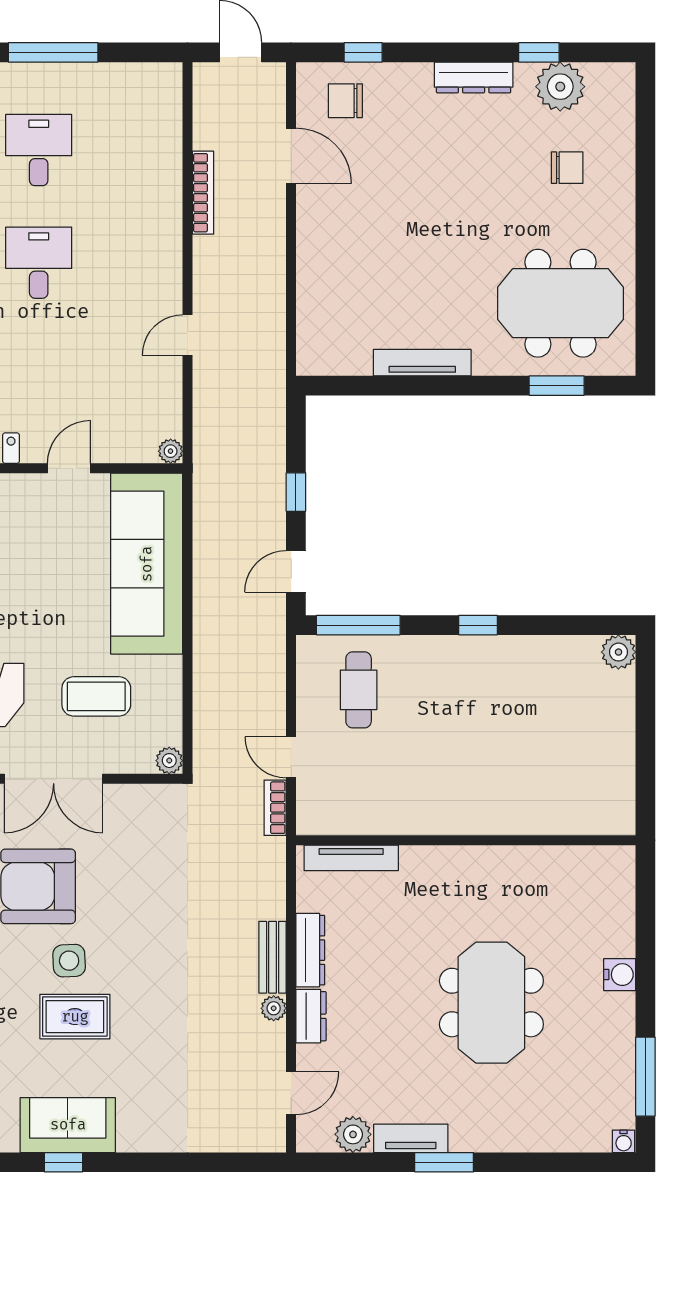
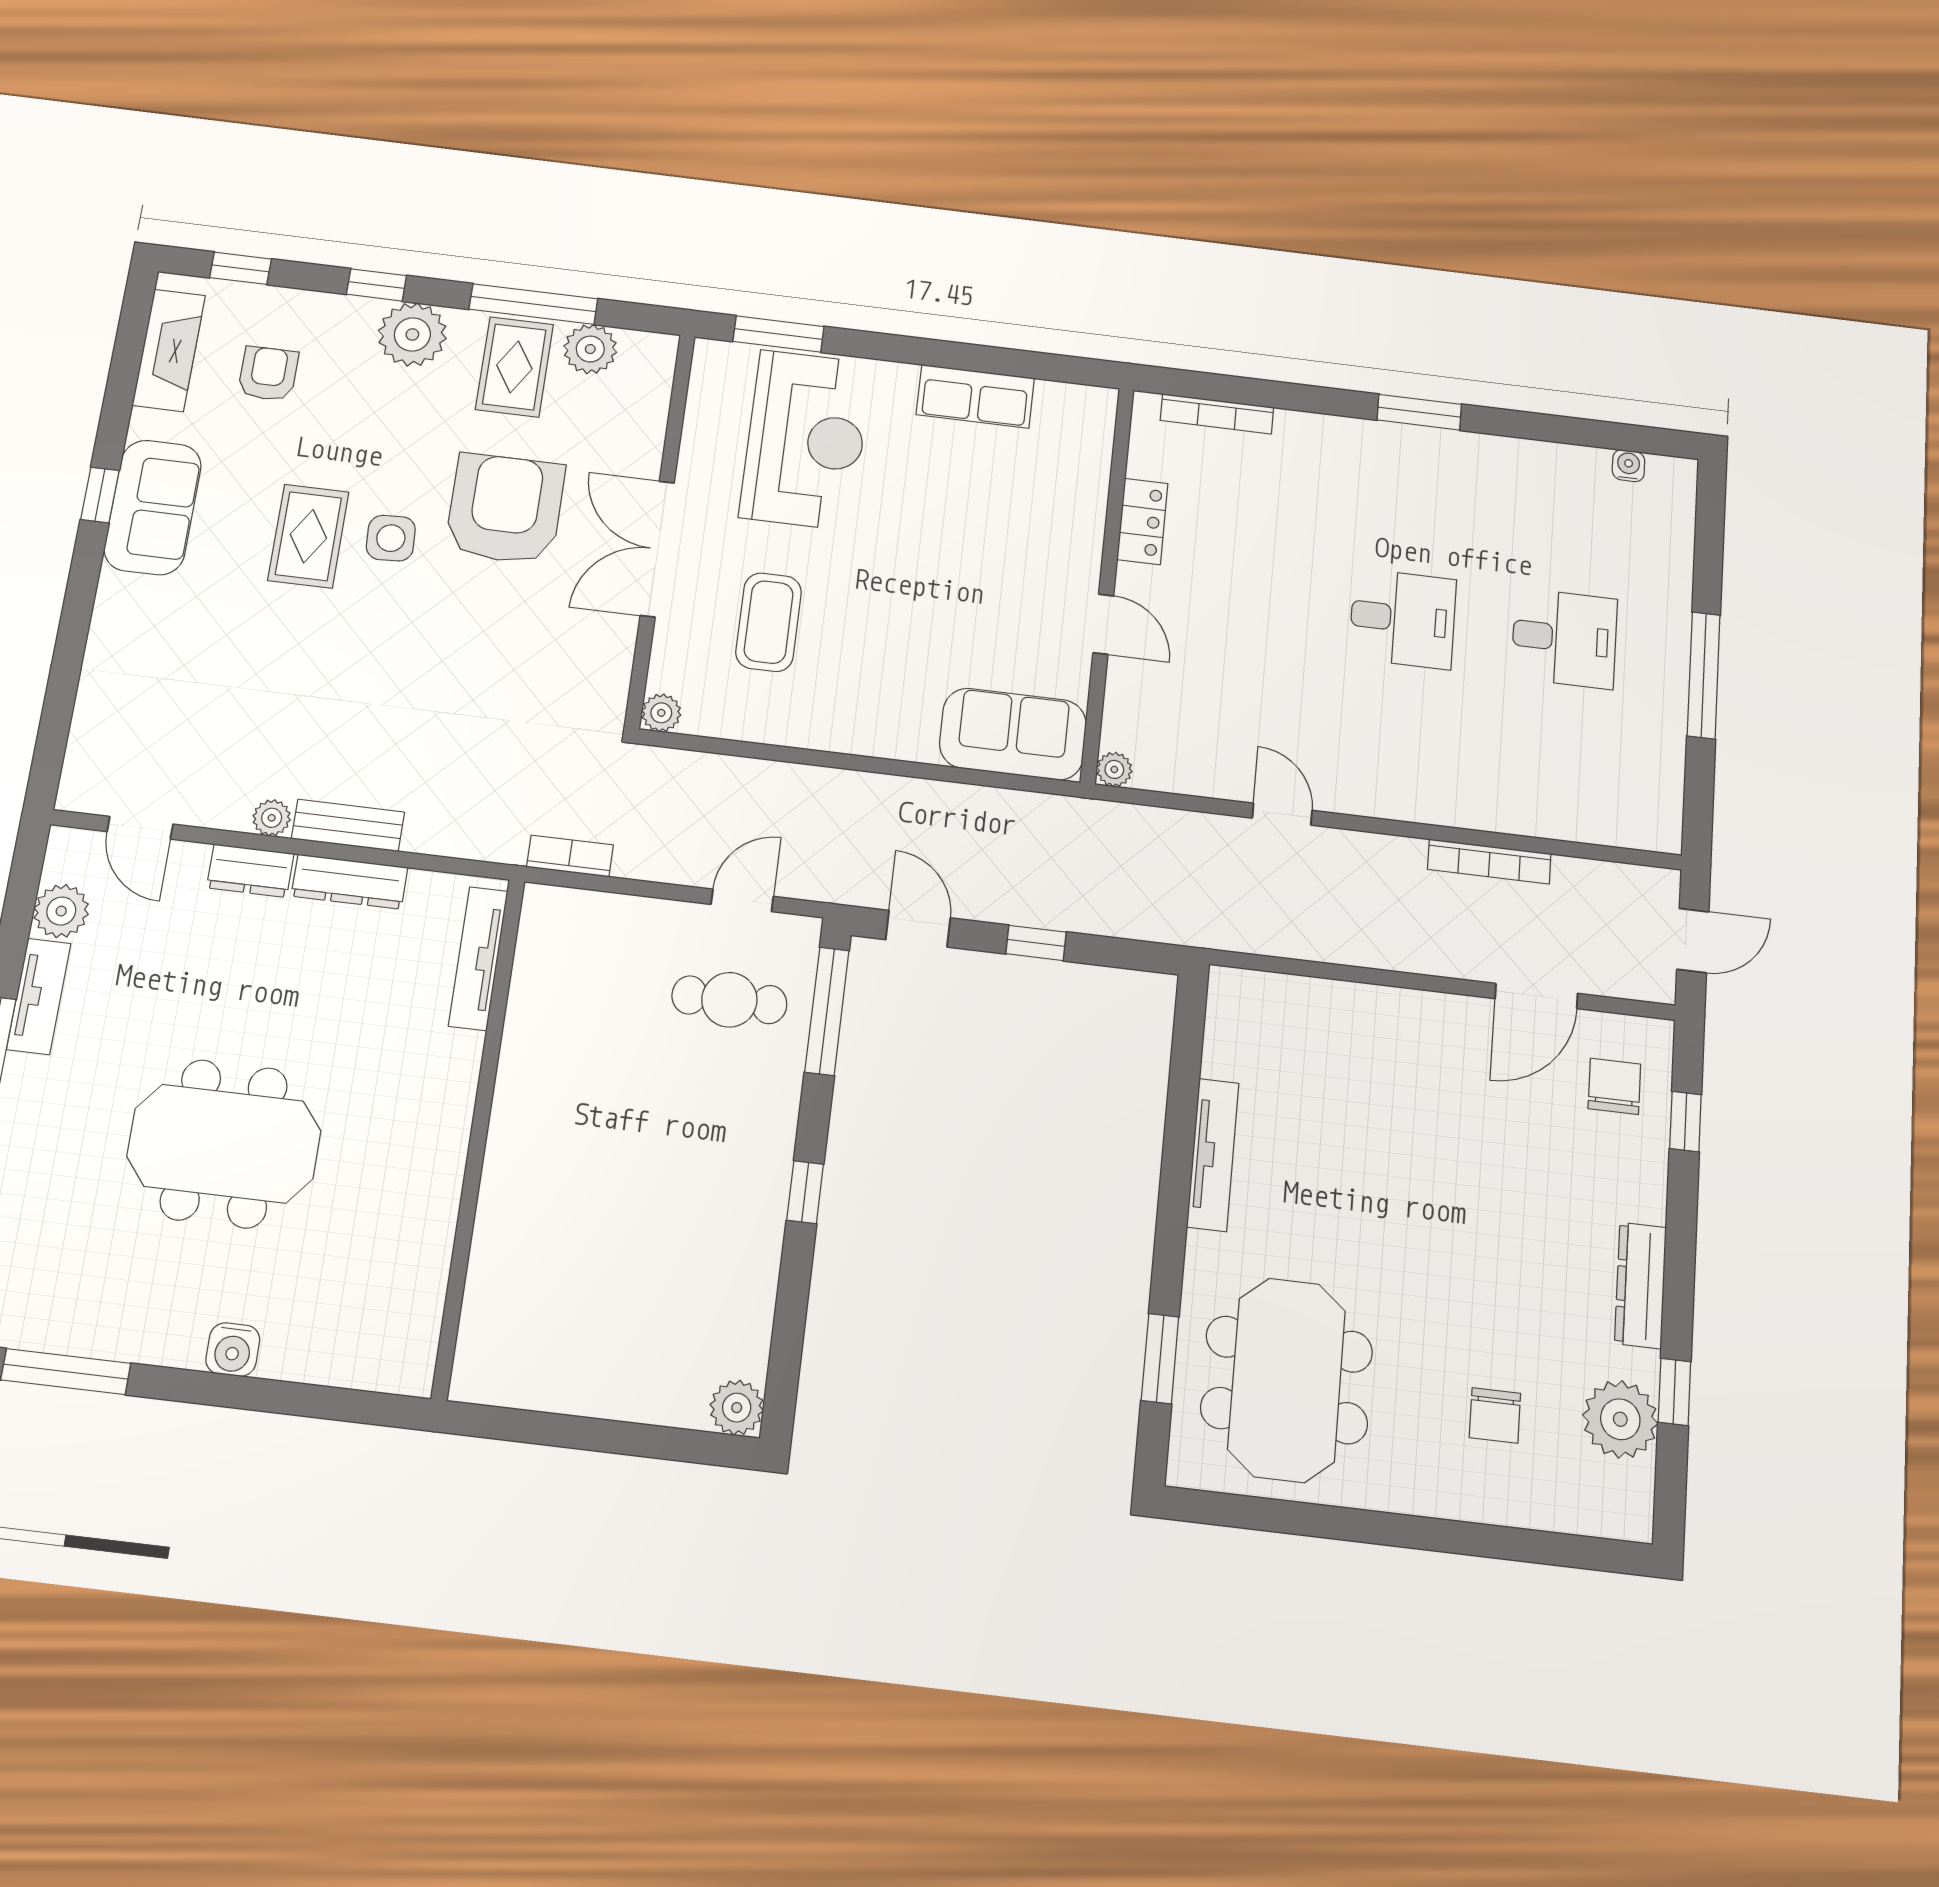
sofa: (147, 564) -> (1013, 734), width x0.54, depth x0.79
door: (291, 757) -> (742, 900), moved

